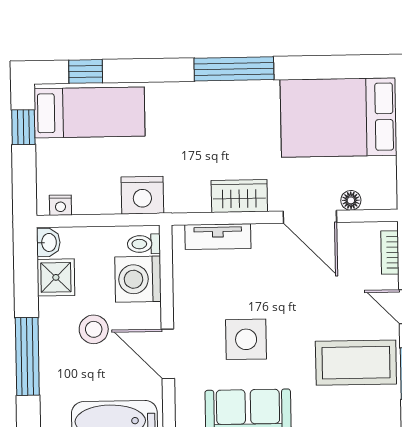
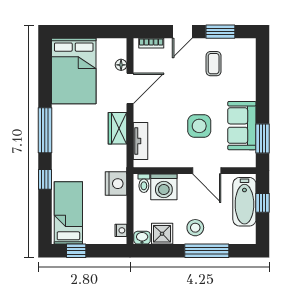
window: (86, 71) -> (45, 179), moved
stool: (94, 329) -> (195, 228), moved
door: (168, 354) -> (207, 171), hinge flipped
coffee table: (356, 363) -> (214, 64), width x0.54, depth x0.58

